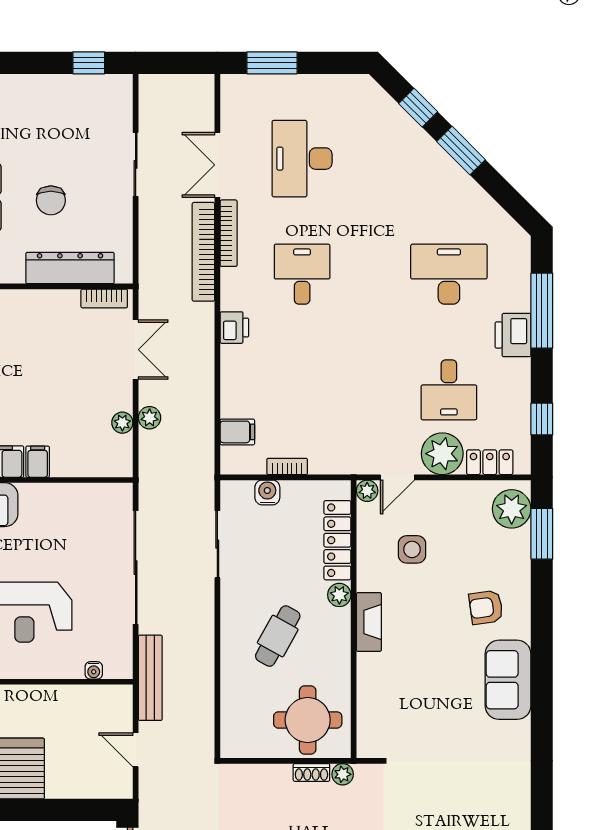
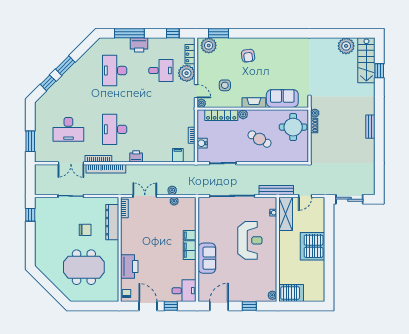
desk: (302, 274) -> (115, 129), width x1.37
sofa: (508, 680) -> (282, 98), moved, turned 180
shelving: (91, 701) -> (286, 214), added

